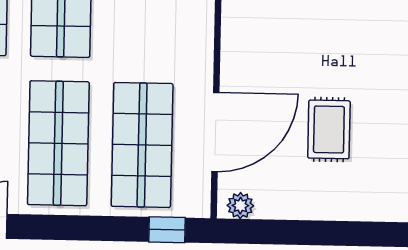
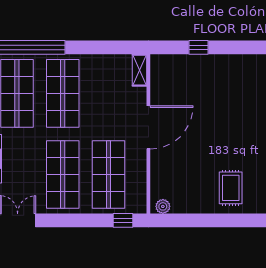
rug: (329, 129) -> (231, 188), moved
door: (215, 132) -> (148, 127), moved

